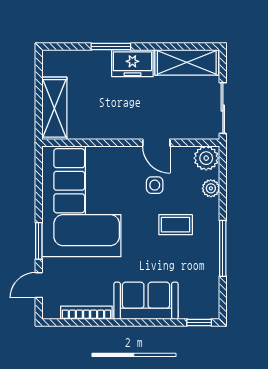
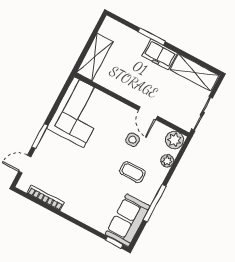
corner sofa: (81, 201) -> (79, 112), width x0.73, depth x0.74
sofa: (146, 301) -> (128, 220), moved, turned -90

